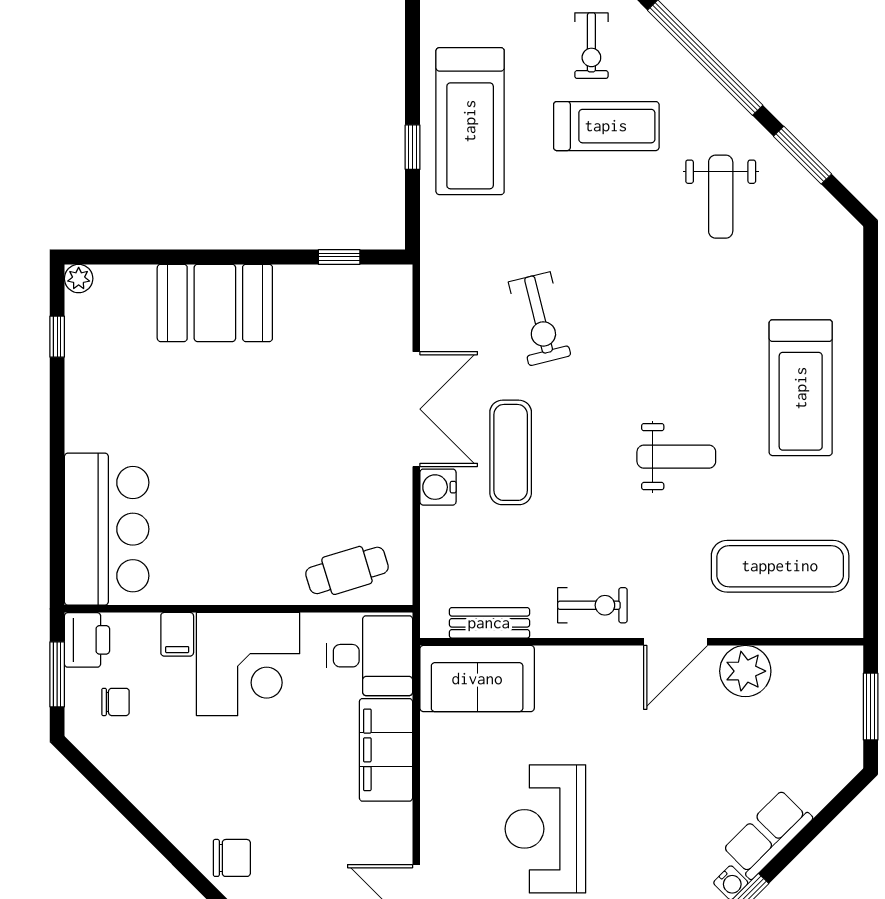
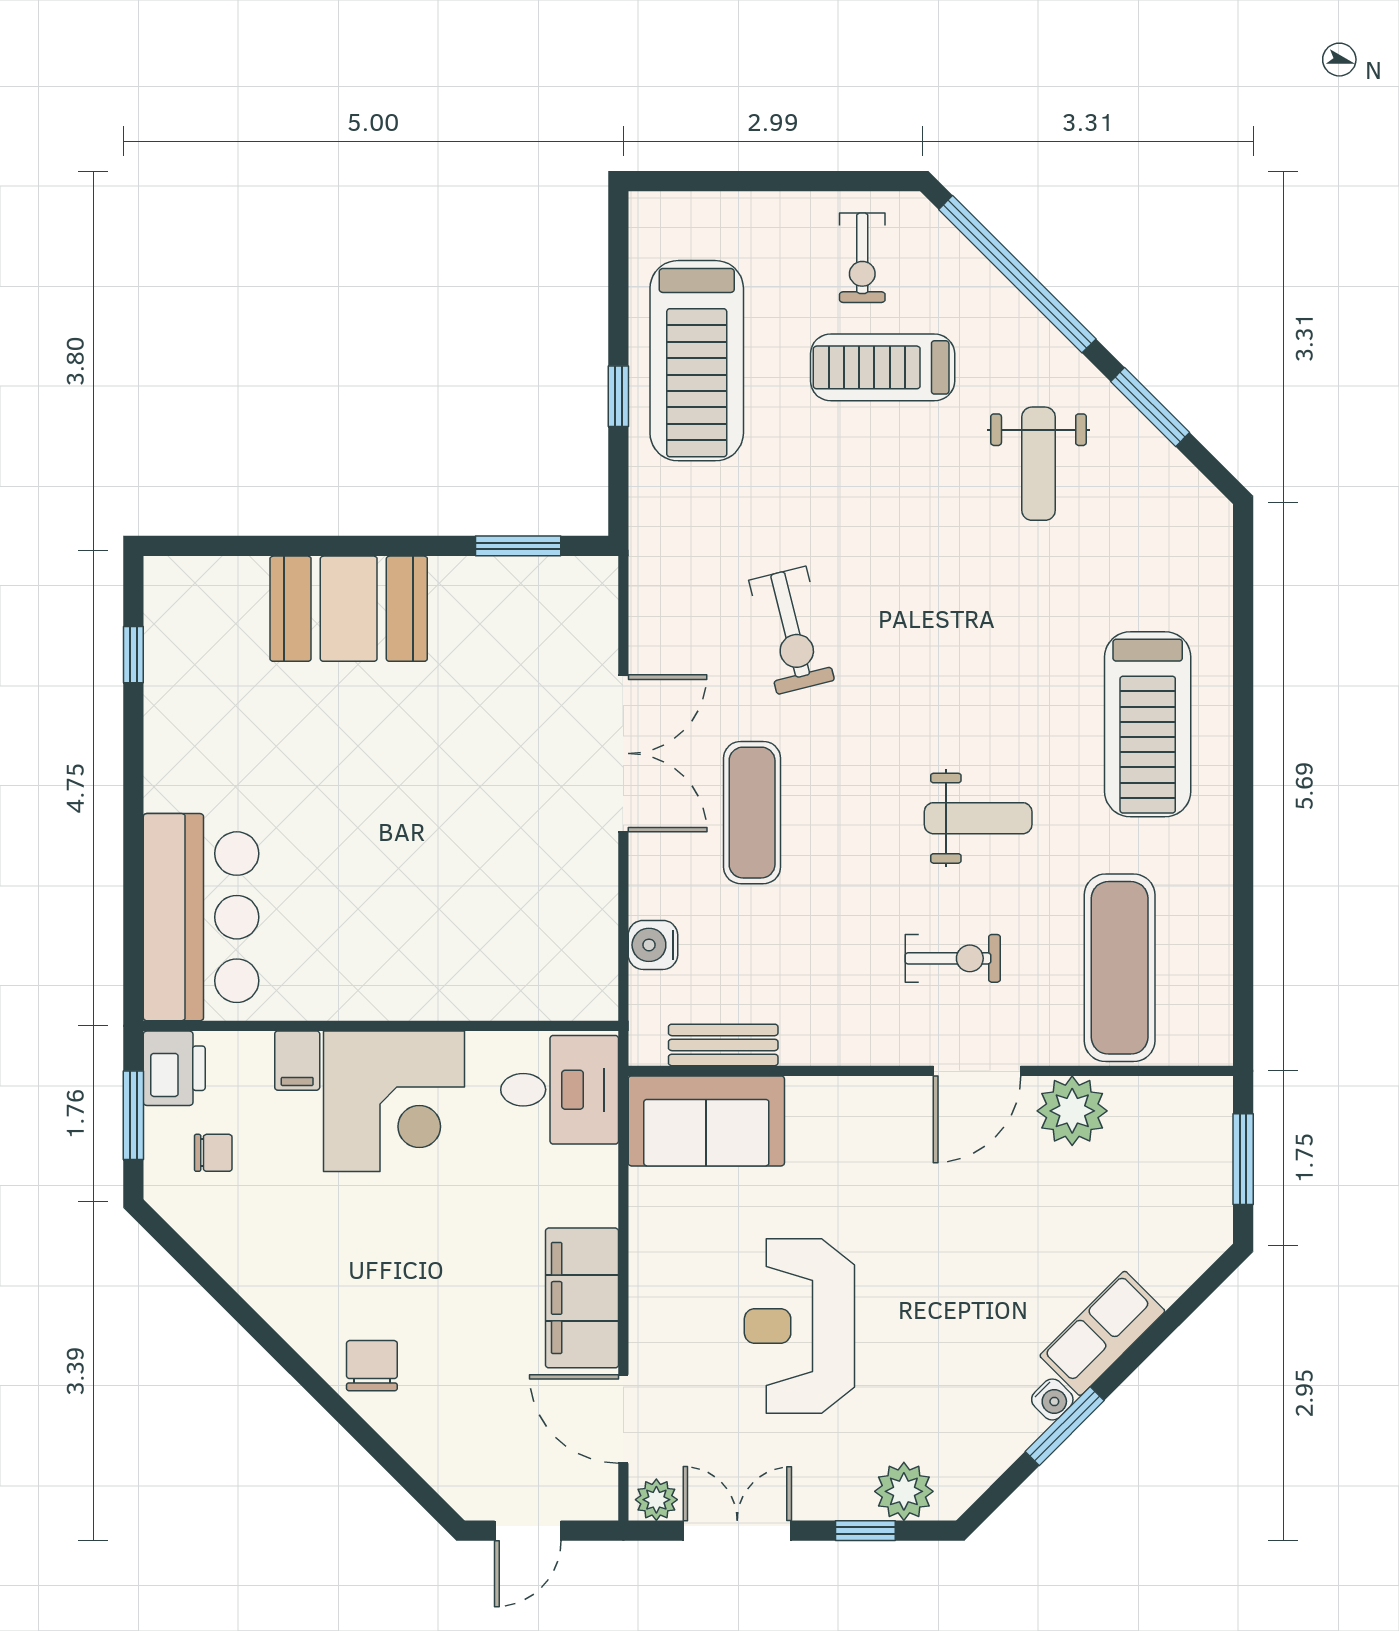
treadmill: (606, 126) -> (883, 367), turned 180
window: (339, 257) -> (518, 546), width x1.50
plant: (79, 279) -> (163, 575), removed
water cooler: (438, 487) -> (653, 945), moved
exercise mat: (780, 566) -> (1120, 968), turned 90
cafe table: (347, 570) -> (529, 973), removed
exercise bike: (592, 605) -> (953, 958), moved
filing cabinet: (386, 750) -> (582, 1298), moved
chair: (232, 858) -> (372, 1366), turned -90

